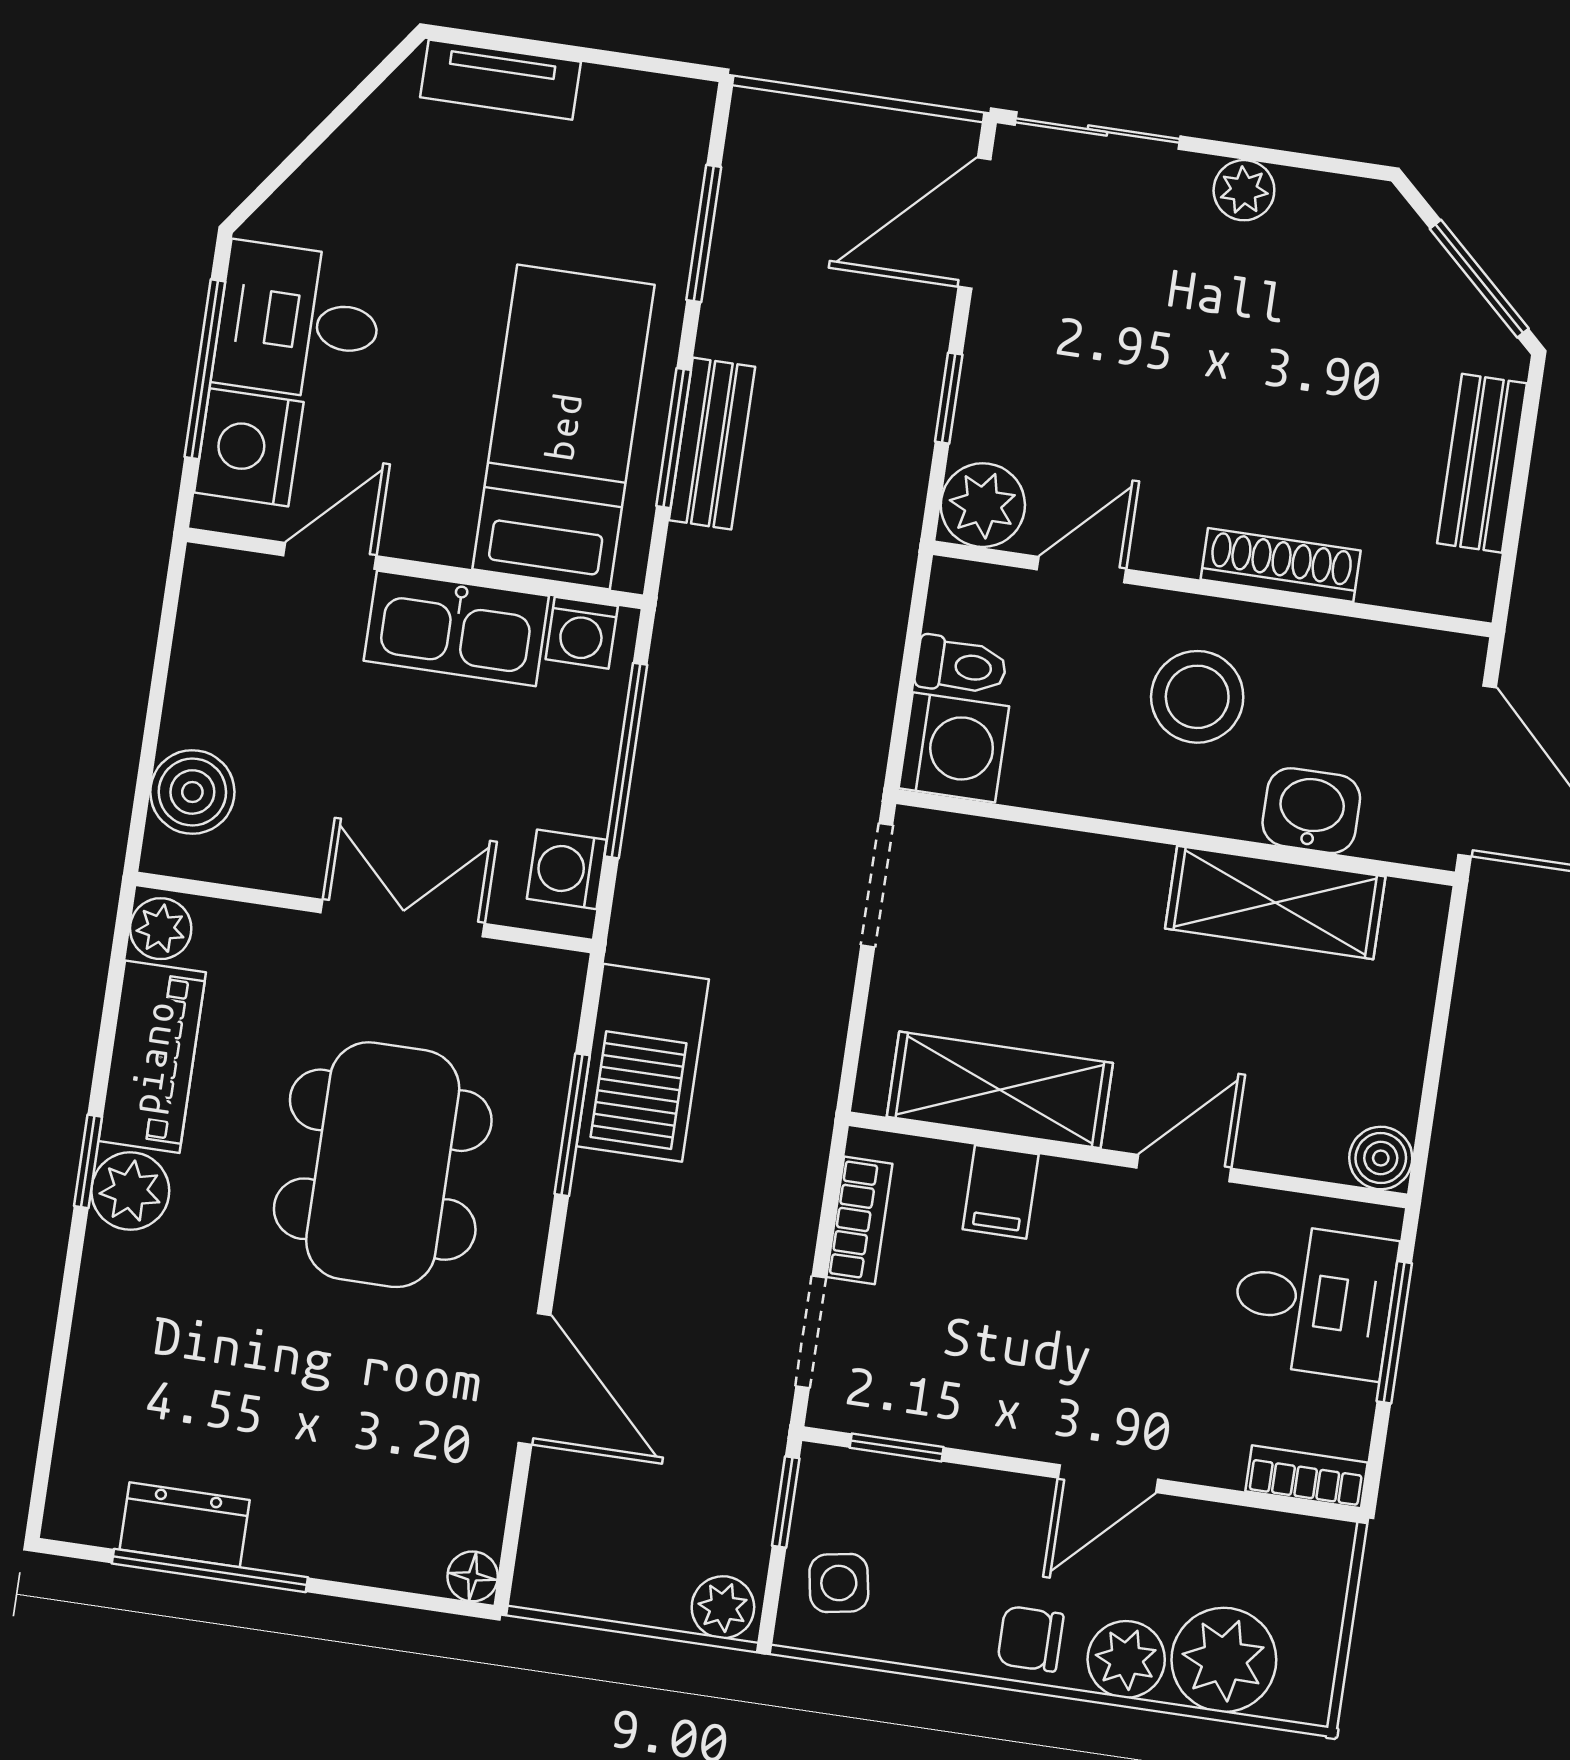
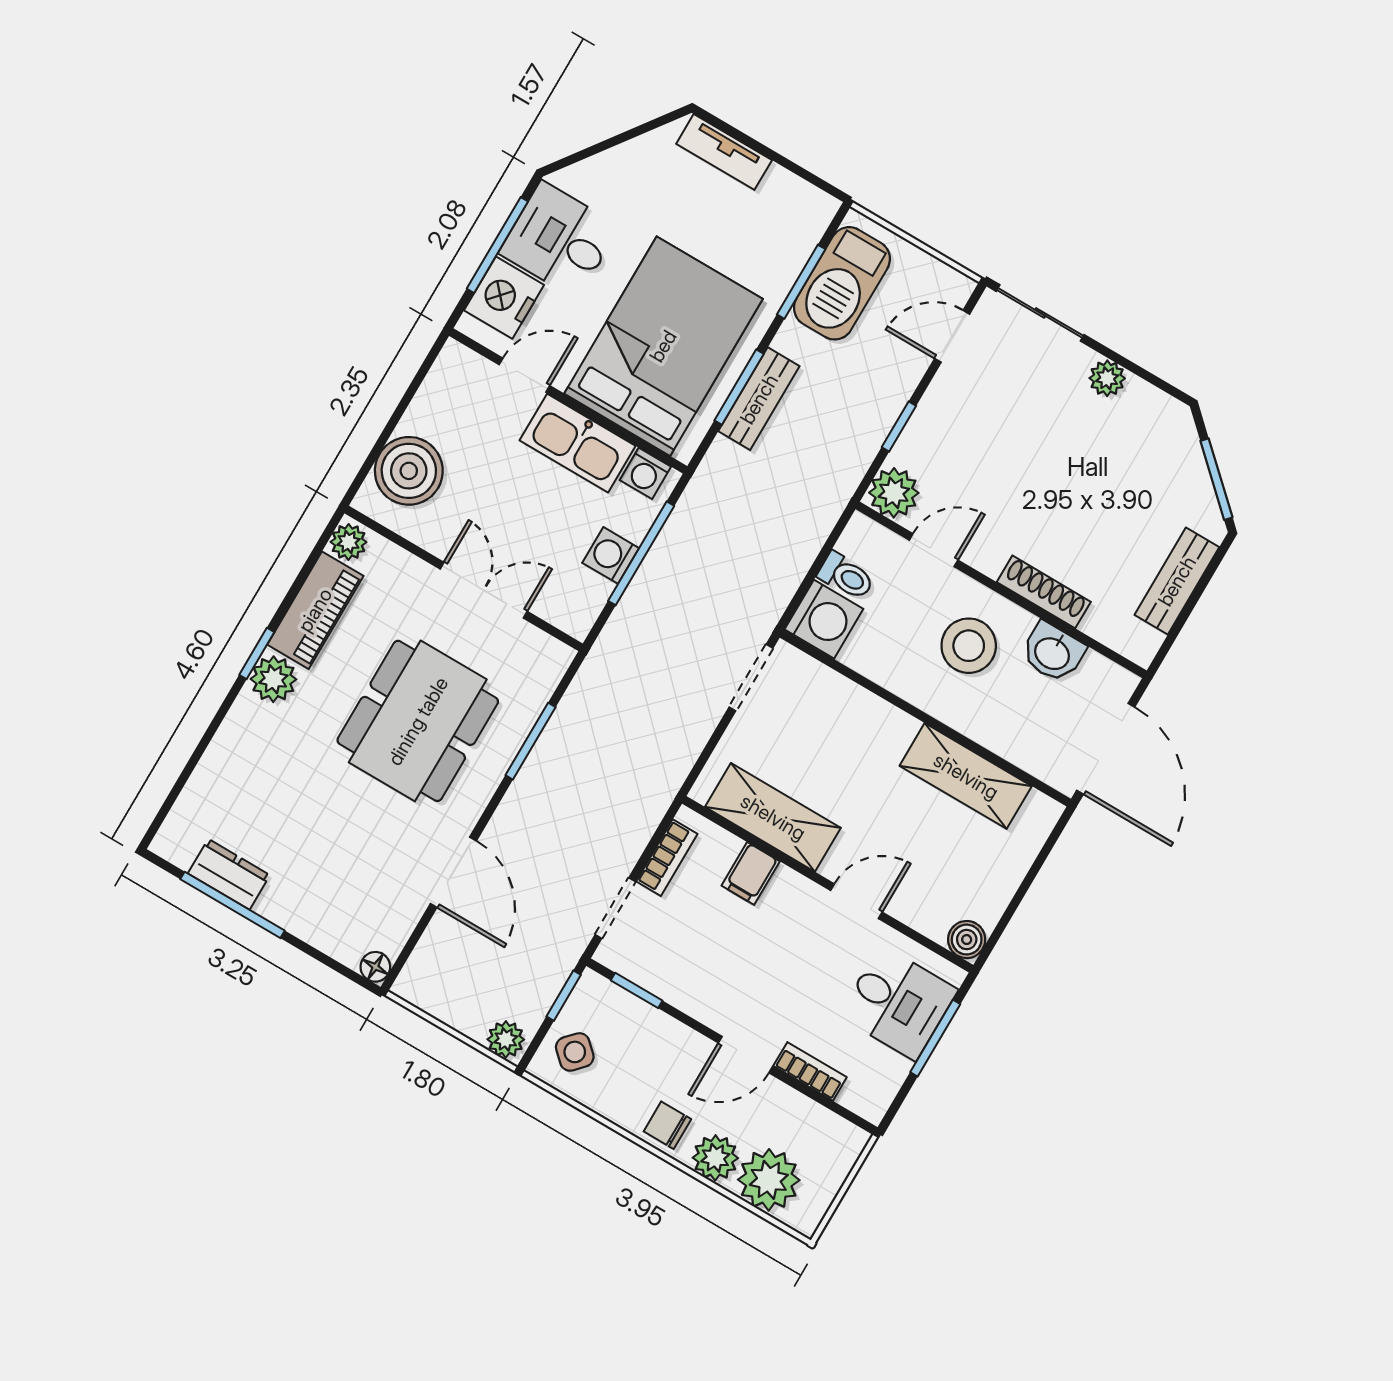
door: (975, 223) -> (952, 336), width x0.73
bed: (563, 427) -> (663, 346), width x1.50
boiler: (192, 792) -> (409, 471), width x1.37, depth x1.37
washbasin: (1311, 811) -> (1053, 652), moved, turned 180
washing machine: (567, 869) -> (611, 555), moved
barbecue: (643, 1063) -> (842, 283), moved
bookcase: (1306, 1477) -> (810, 1071), moved
side table: (839, 1583) -> (575, 1052), turned -37

